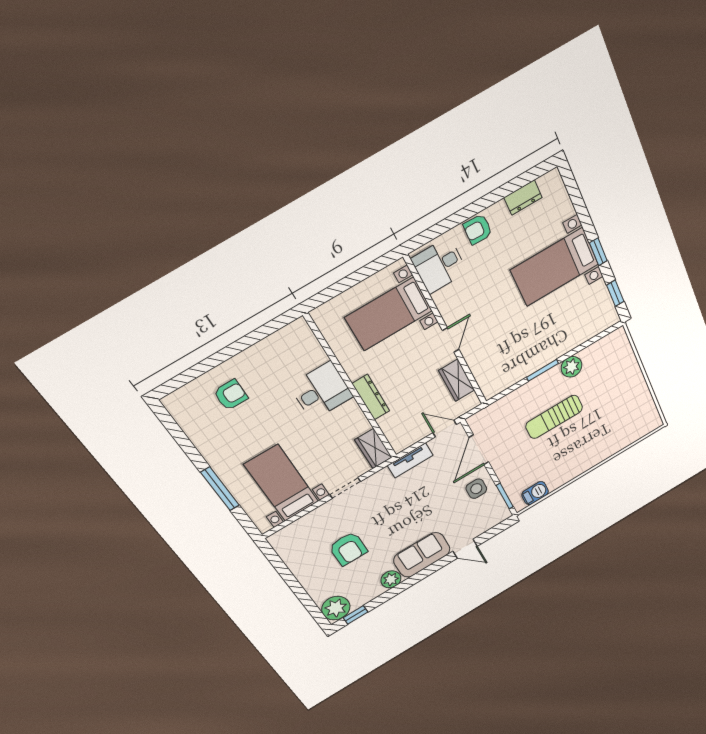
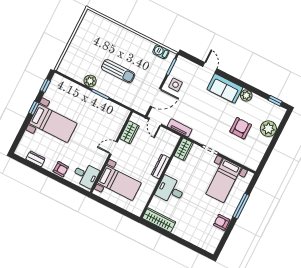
wardrobe: (281, 342) -> (159, 220), added
armchair: (231, 395) -> (222, 222), moved
plant: (336, 608) -> (268, 129), moved

